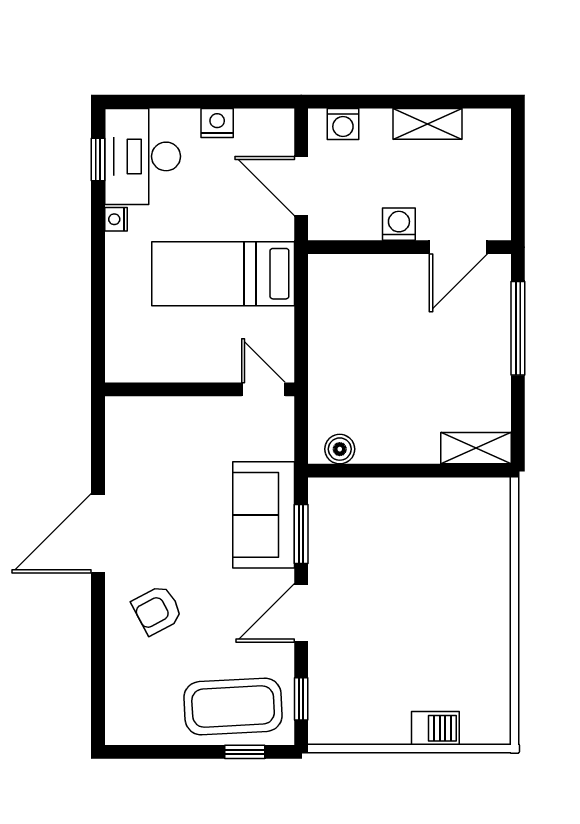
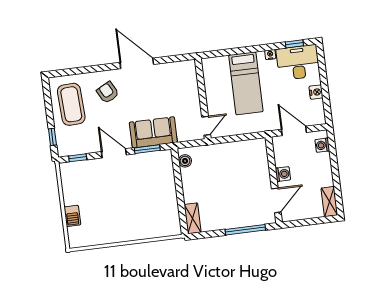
shelving: (428, 124) -> (329, 202), moved
door: (301, 186) -> (294, 131), hinge flipped
door: (458, 247) -> (276, 200), swing flipped
bed: (223, 274) -> (246, 83), moved, turned 180
coffee table: (233, 706) -> (71, 104), moved

